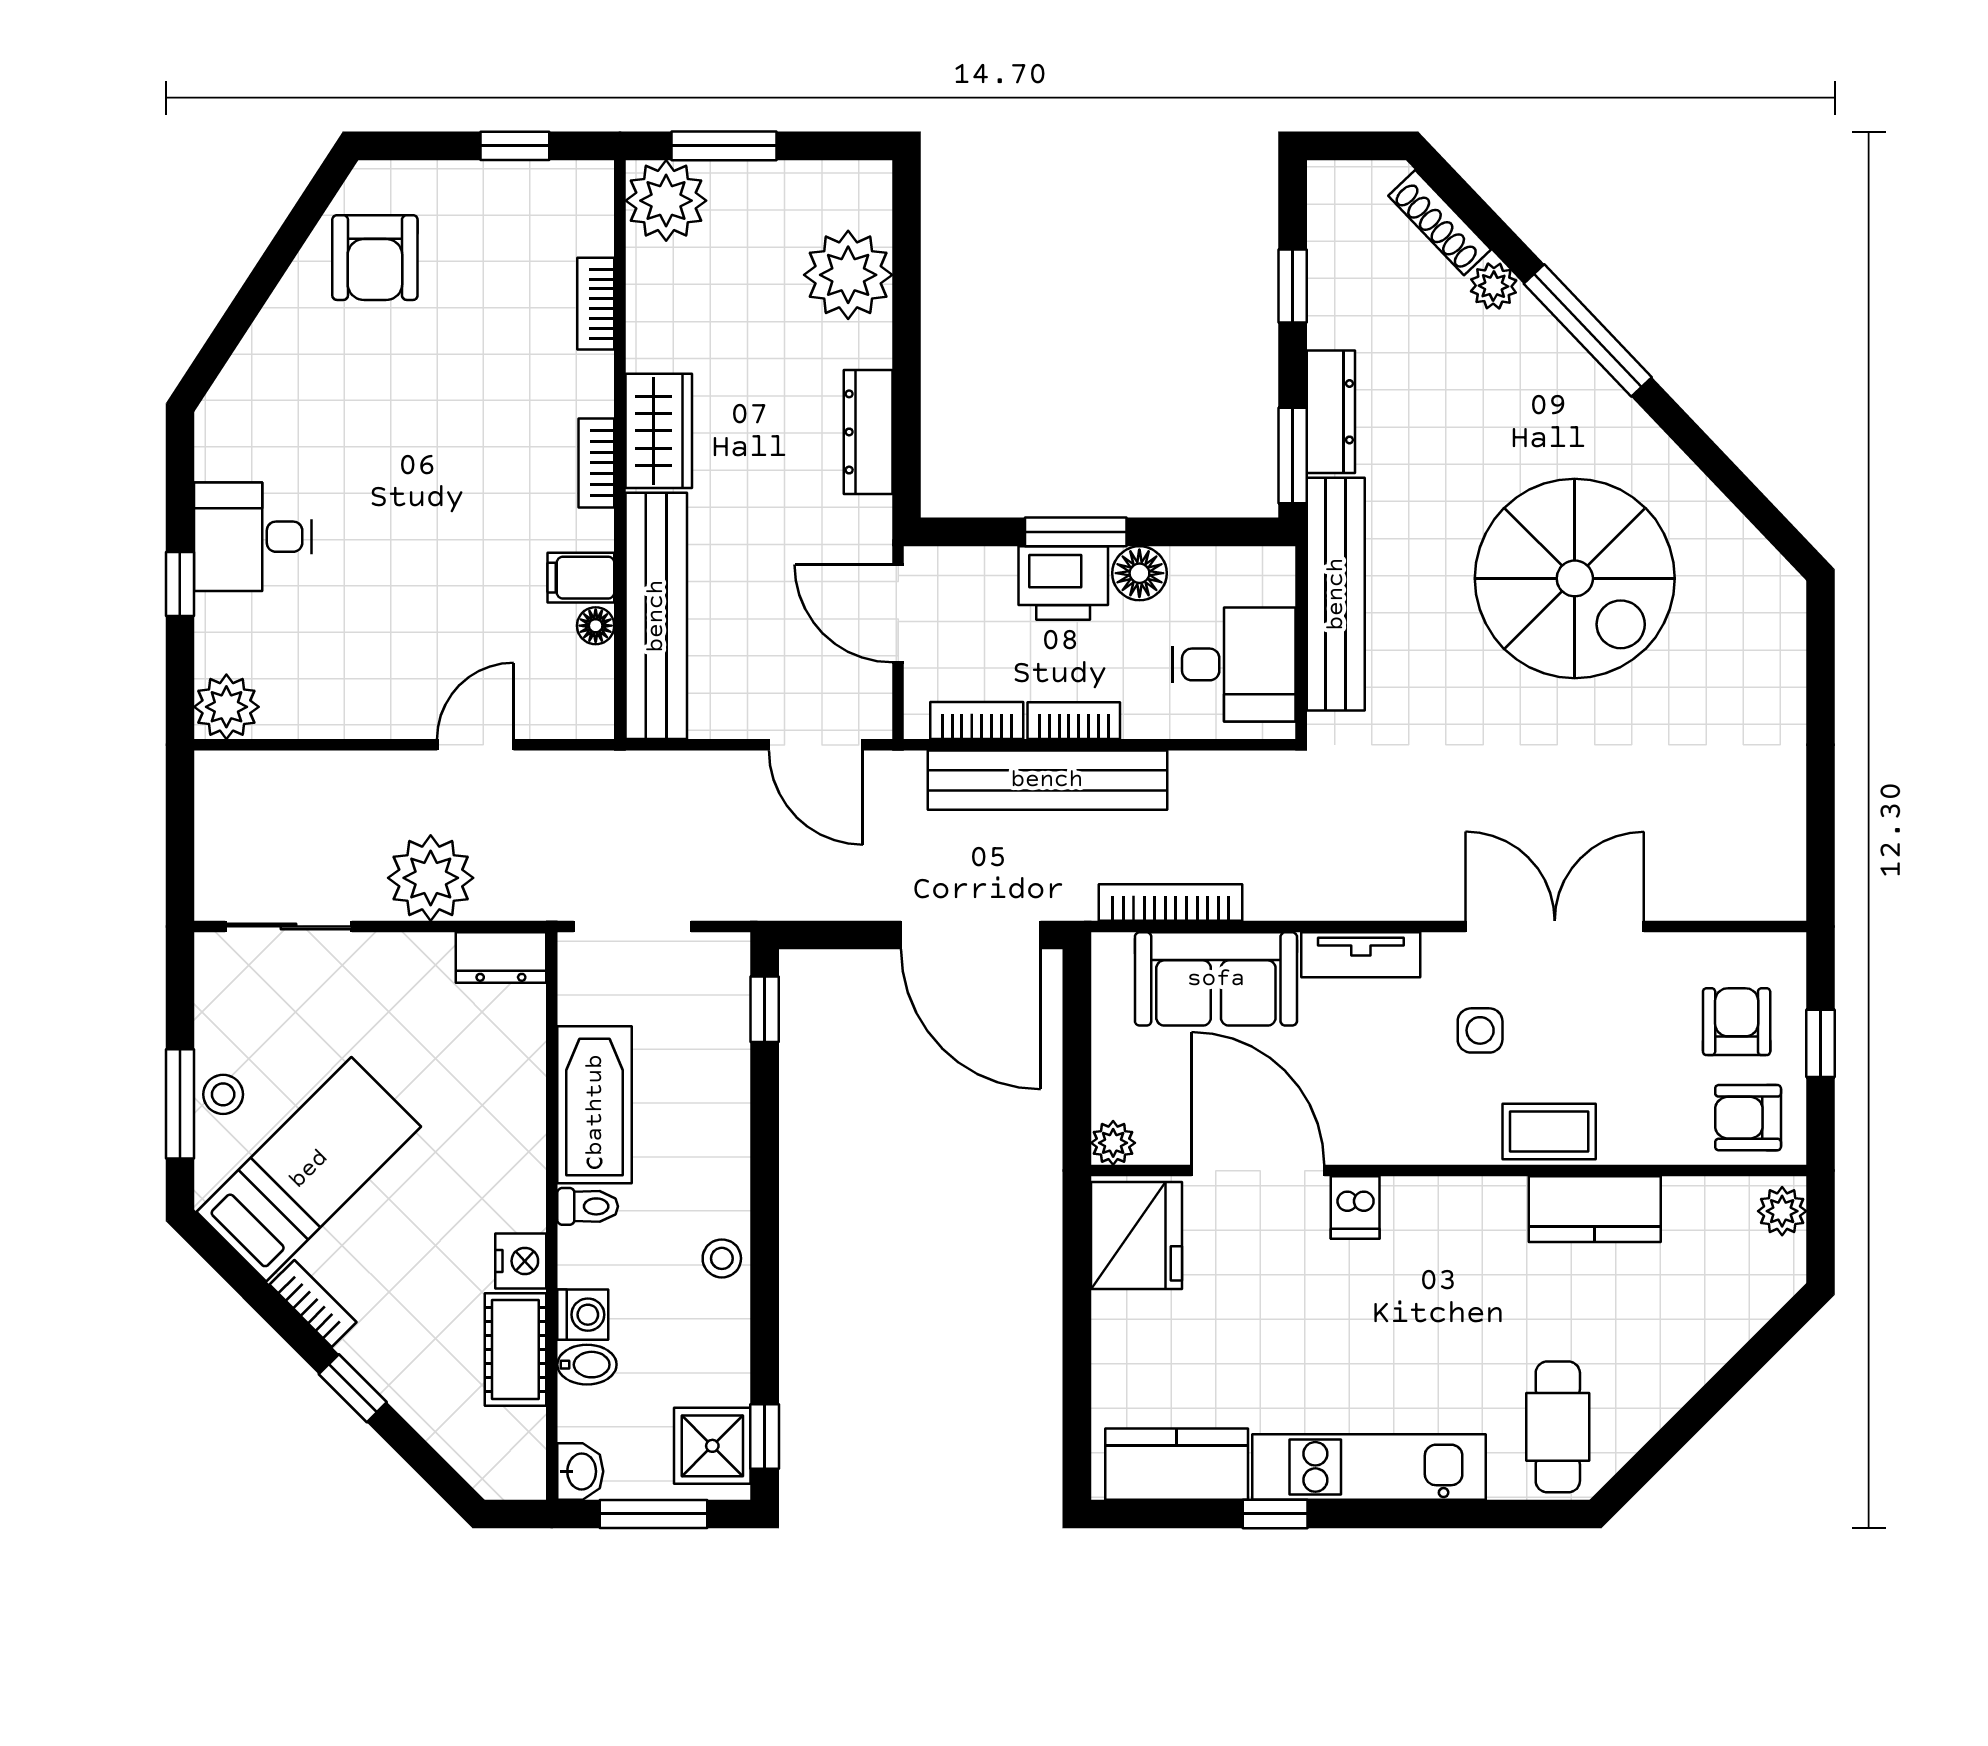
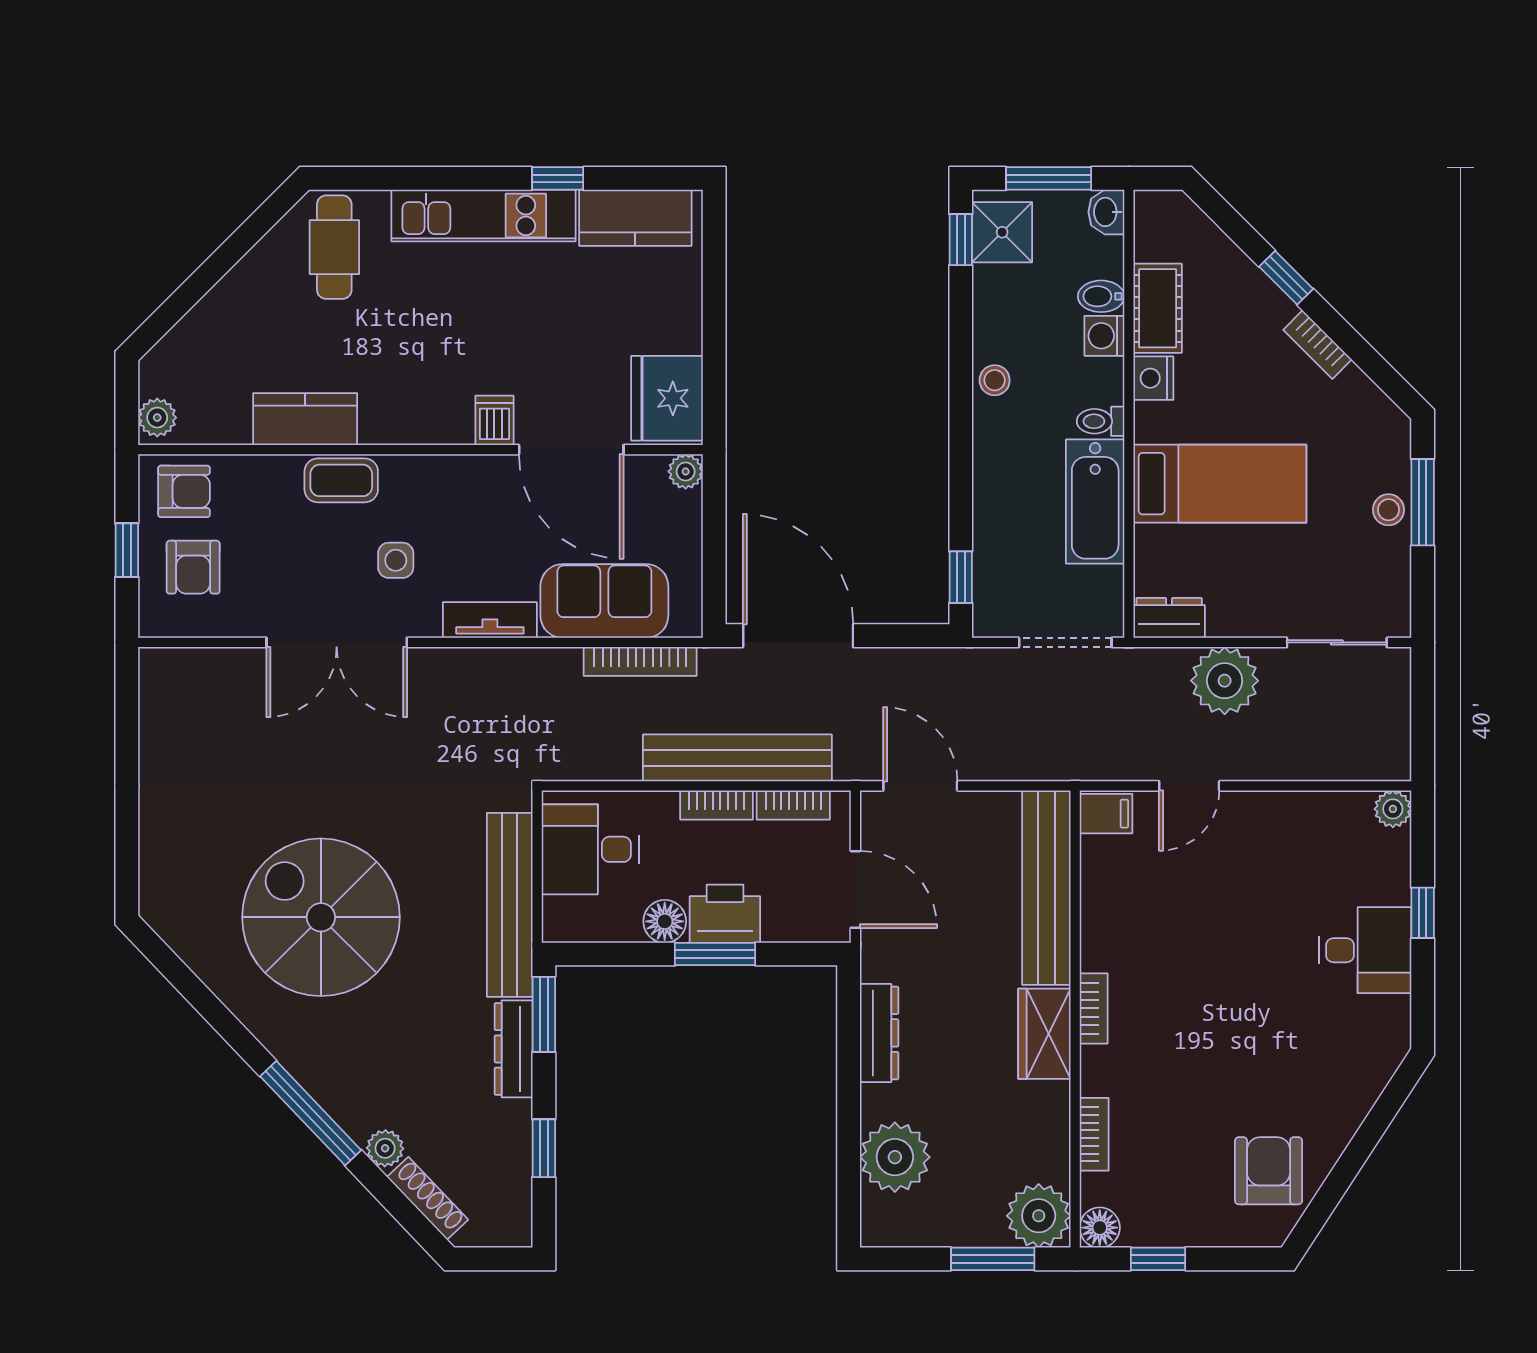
filing cabinet: (581, 578) -> (1106, 814), moved
floor lamp: (596, 626) -> (1100, 1228), moved, width x1.37, depth x1.37
plant: (226, 707) -> (1393, 809), width x0.73, depth x0.73
bed: (309, 1169) -> (1220, 484), moved, turned -135

